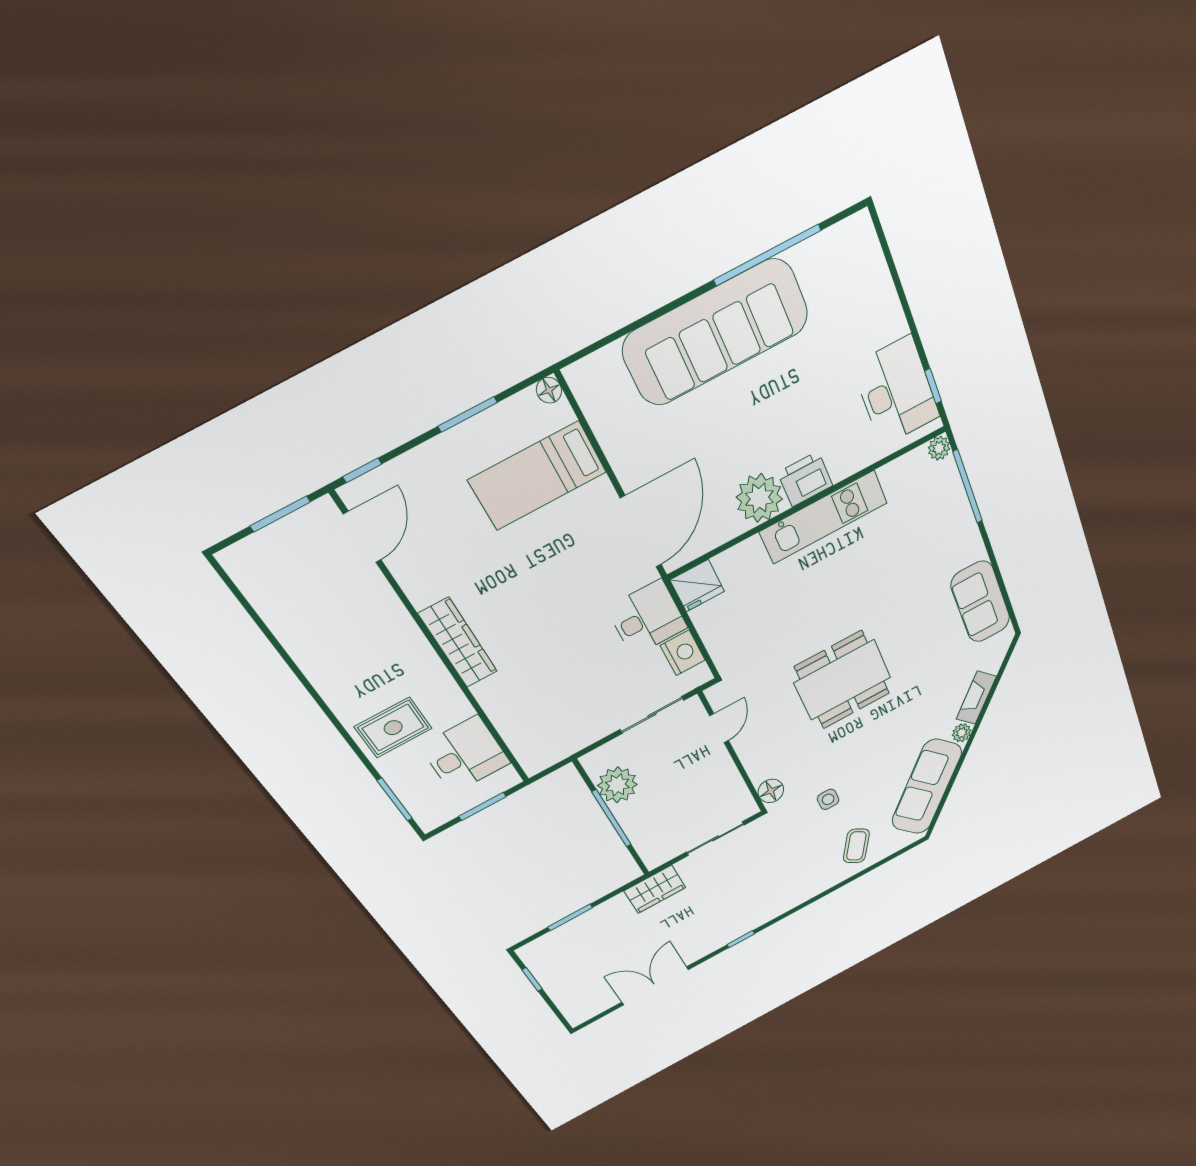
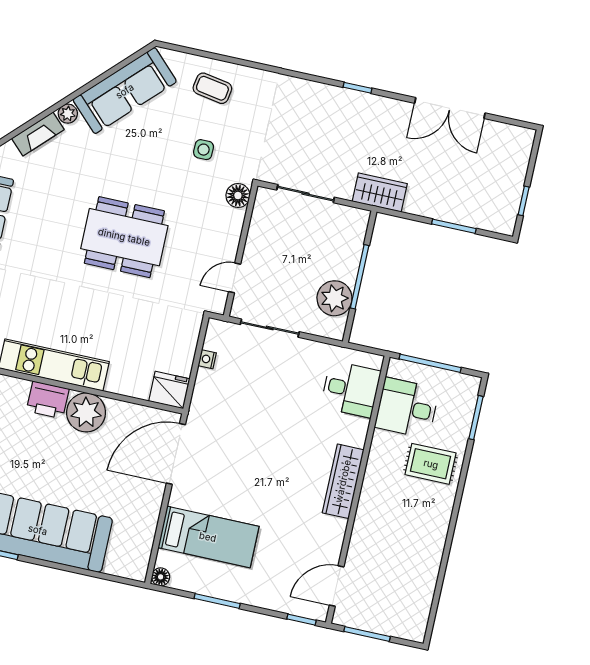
desk: (647, 618) -> (351, 389), moved, turned 180
nightstand: (683, 653) -> (207, 359), width x0.53, depth x0.56
window: (482, 806) -> (430, 363), width x1.44
coffee table: (856, 846) -> (212, 88), turned 68

